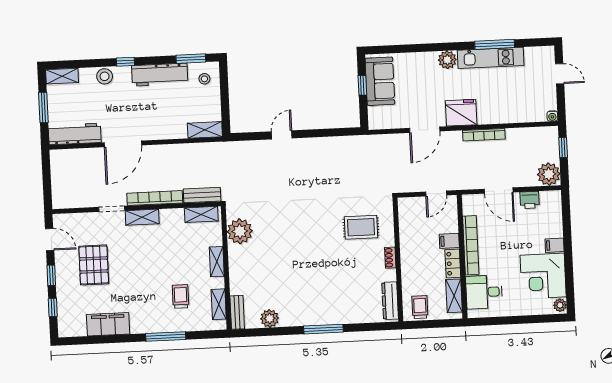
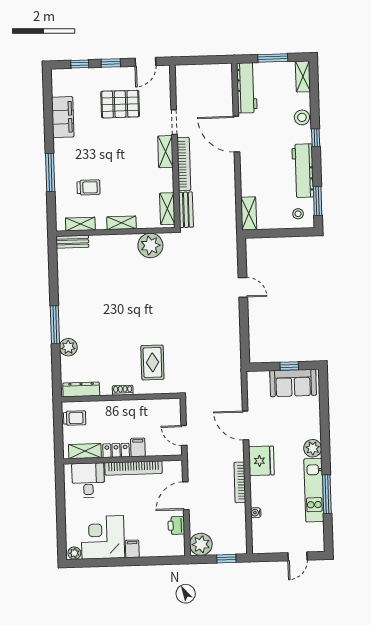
water cooler: (552, 116) -> (256, 513), moved
plant: (270, 318) -> (68, 347), moved

